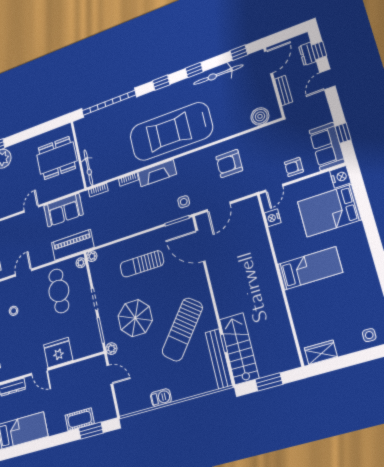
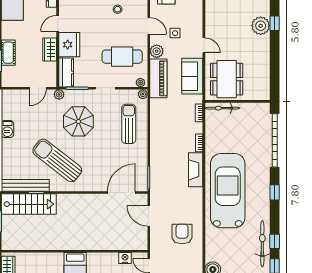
window: (194, 70) -> (275, 241), moved
dining table: (57, 158) -> (227, 79), moved
side table: (184, 202) -> (175, 33), moved
plant: (46, 256) -> (157, 51), added
sun lounger: (142, 264) -> (129, 124), moved
kitchen counter: (87, 347) -> (66, 72), added
wardrobe: (67, 373) -> (50, 50), added

